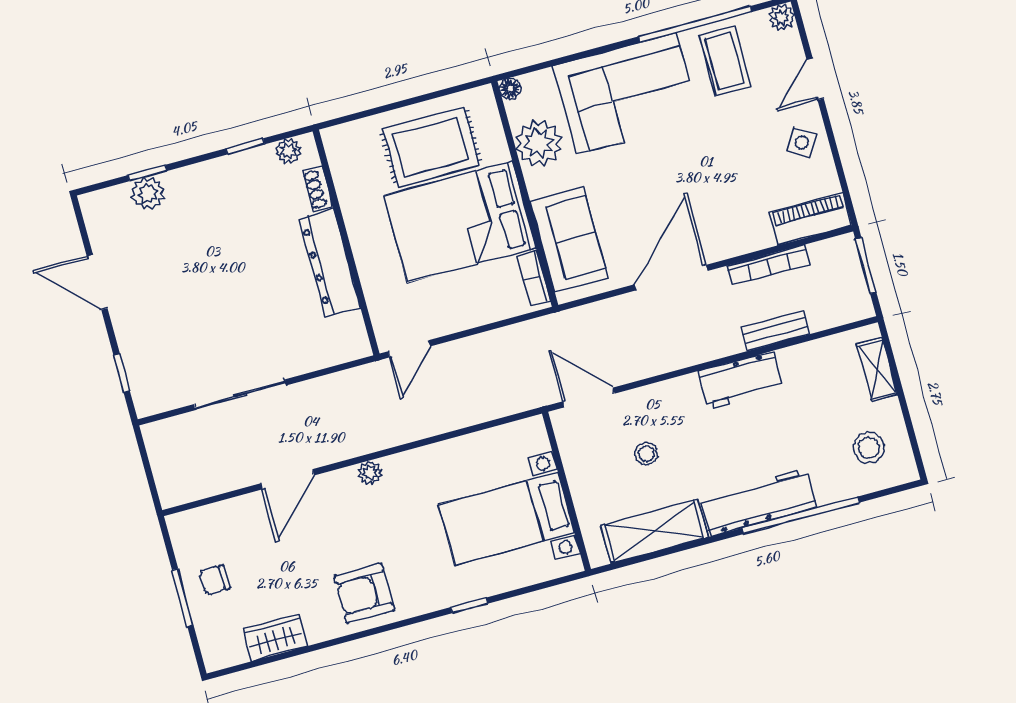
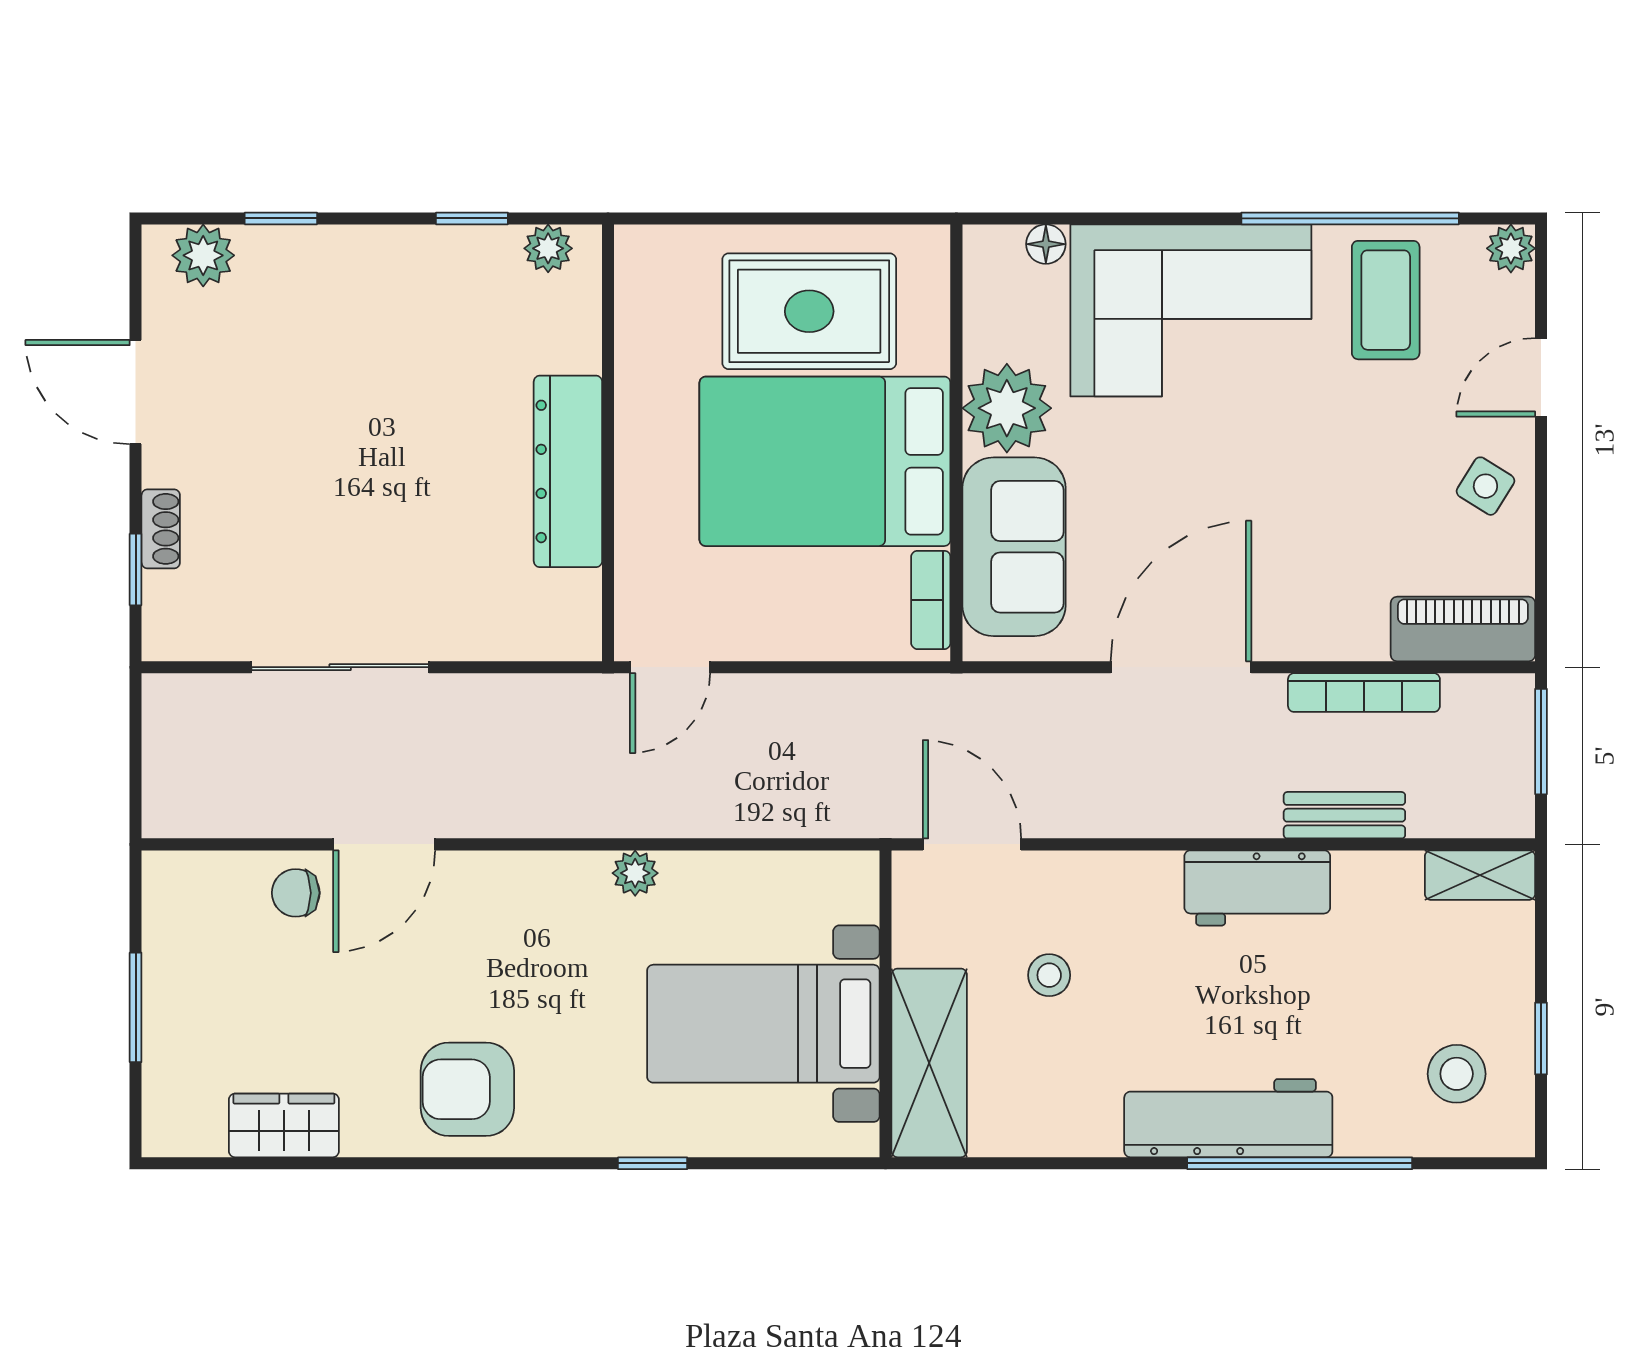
floor lamp: (510, 89) -> (1046, 244), moved
plant: (539, 143) -> (1007, 408), moved
shoe rack: (318, 189) -> (161, 529), moved, turned 180
plant: (148, 193) -> (203, 255), moved
shelving: (877, 369) -> (1480, 875), moved, turned 90
window: (907, 418) -> (1541, 1039), added
plant: (370, 473) -> (635, 873), moved
shelving: (654, 531) -> (929, 1063), moved, turned 90
chair: (215, 580) -> (296, 893), moved

